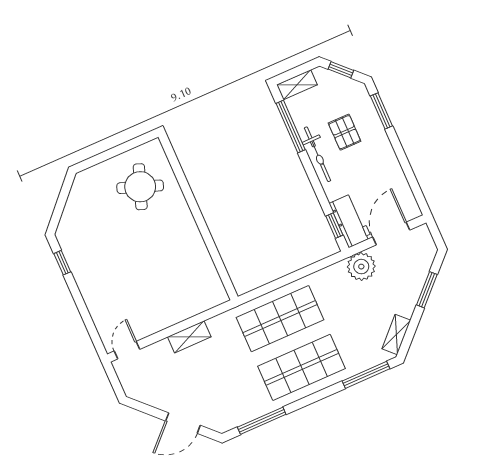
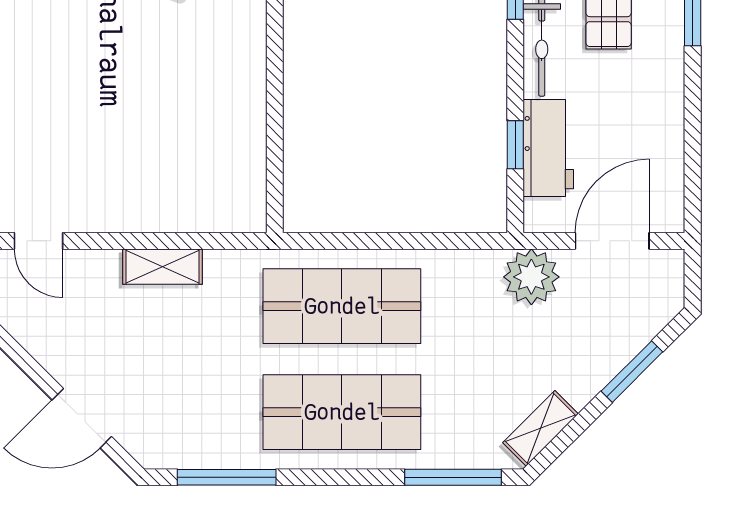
workbench: (350, 221) -> (548, 148), moved
window: (334, 226) -> (515, 145), moved
door: (127, 350) -> (39, 241), swing flipped

